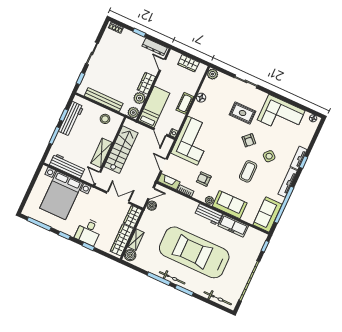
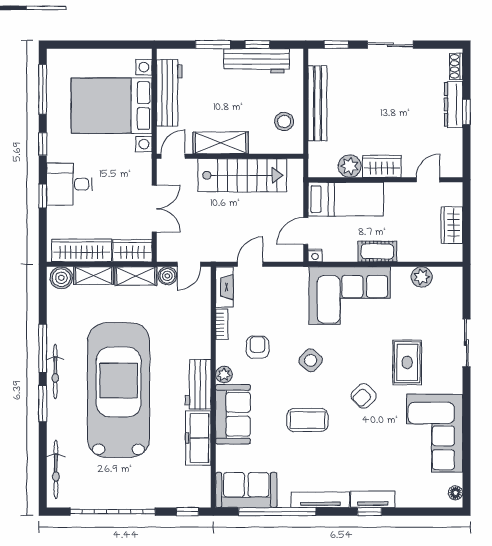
dresser: (155, 47) -> (453, 104), moved
plant: (213, 74) -> (422, 277), moved
floor lamp: (201, 98) -> (401, 276), removed
plant: (133, 113) -> (319, 167), removed
corner sofa: (192, 141) -> (350, 296), moved
side table: (269, 156) -> (311, 360), moved
door: (151, 193) -> (189, 264), hinge flipped
shelving: (145, 220) -> (136, 276), added

